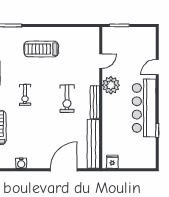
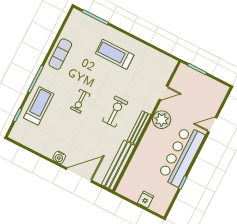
exercise bike: (25, 95) -> (80, 101), moved
exercise bike: (67, 99) -> (115, 112), turned 180
fridge: (112, 162) -> (146, 200), moved
water cooler: (21, 163) -> (59, 157), moved

